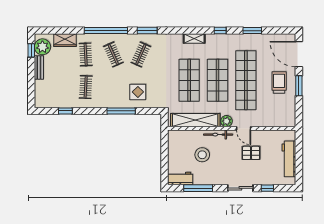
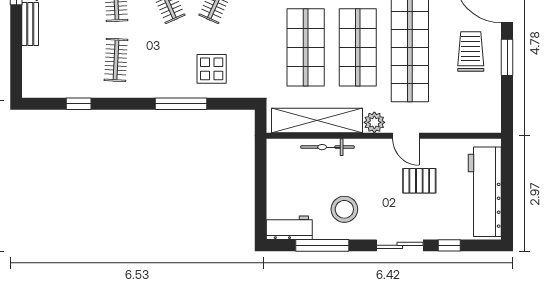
bicycle: (218, 135) -> (327, 147), moved
stool: (202, 155) -> (344, 209), moved
workbench: (289, 159) -> (485, 192), width x1.36, depth x1.32

